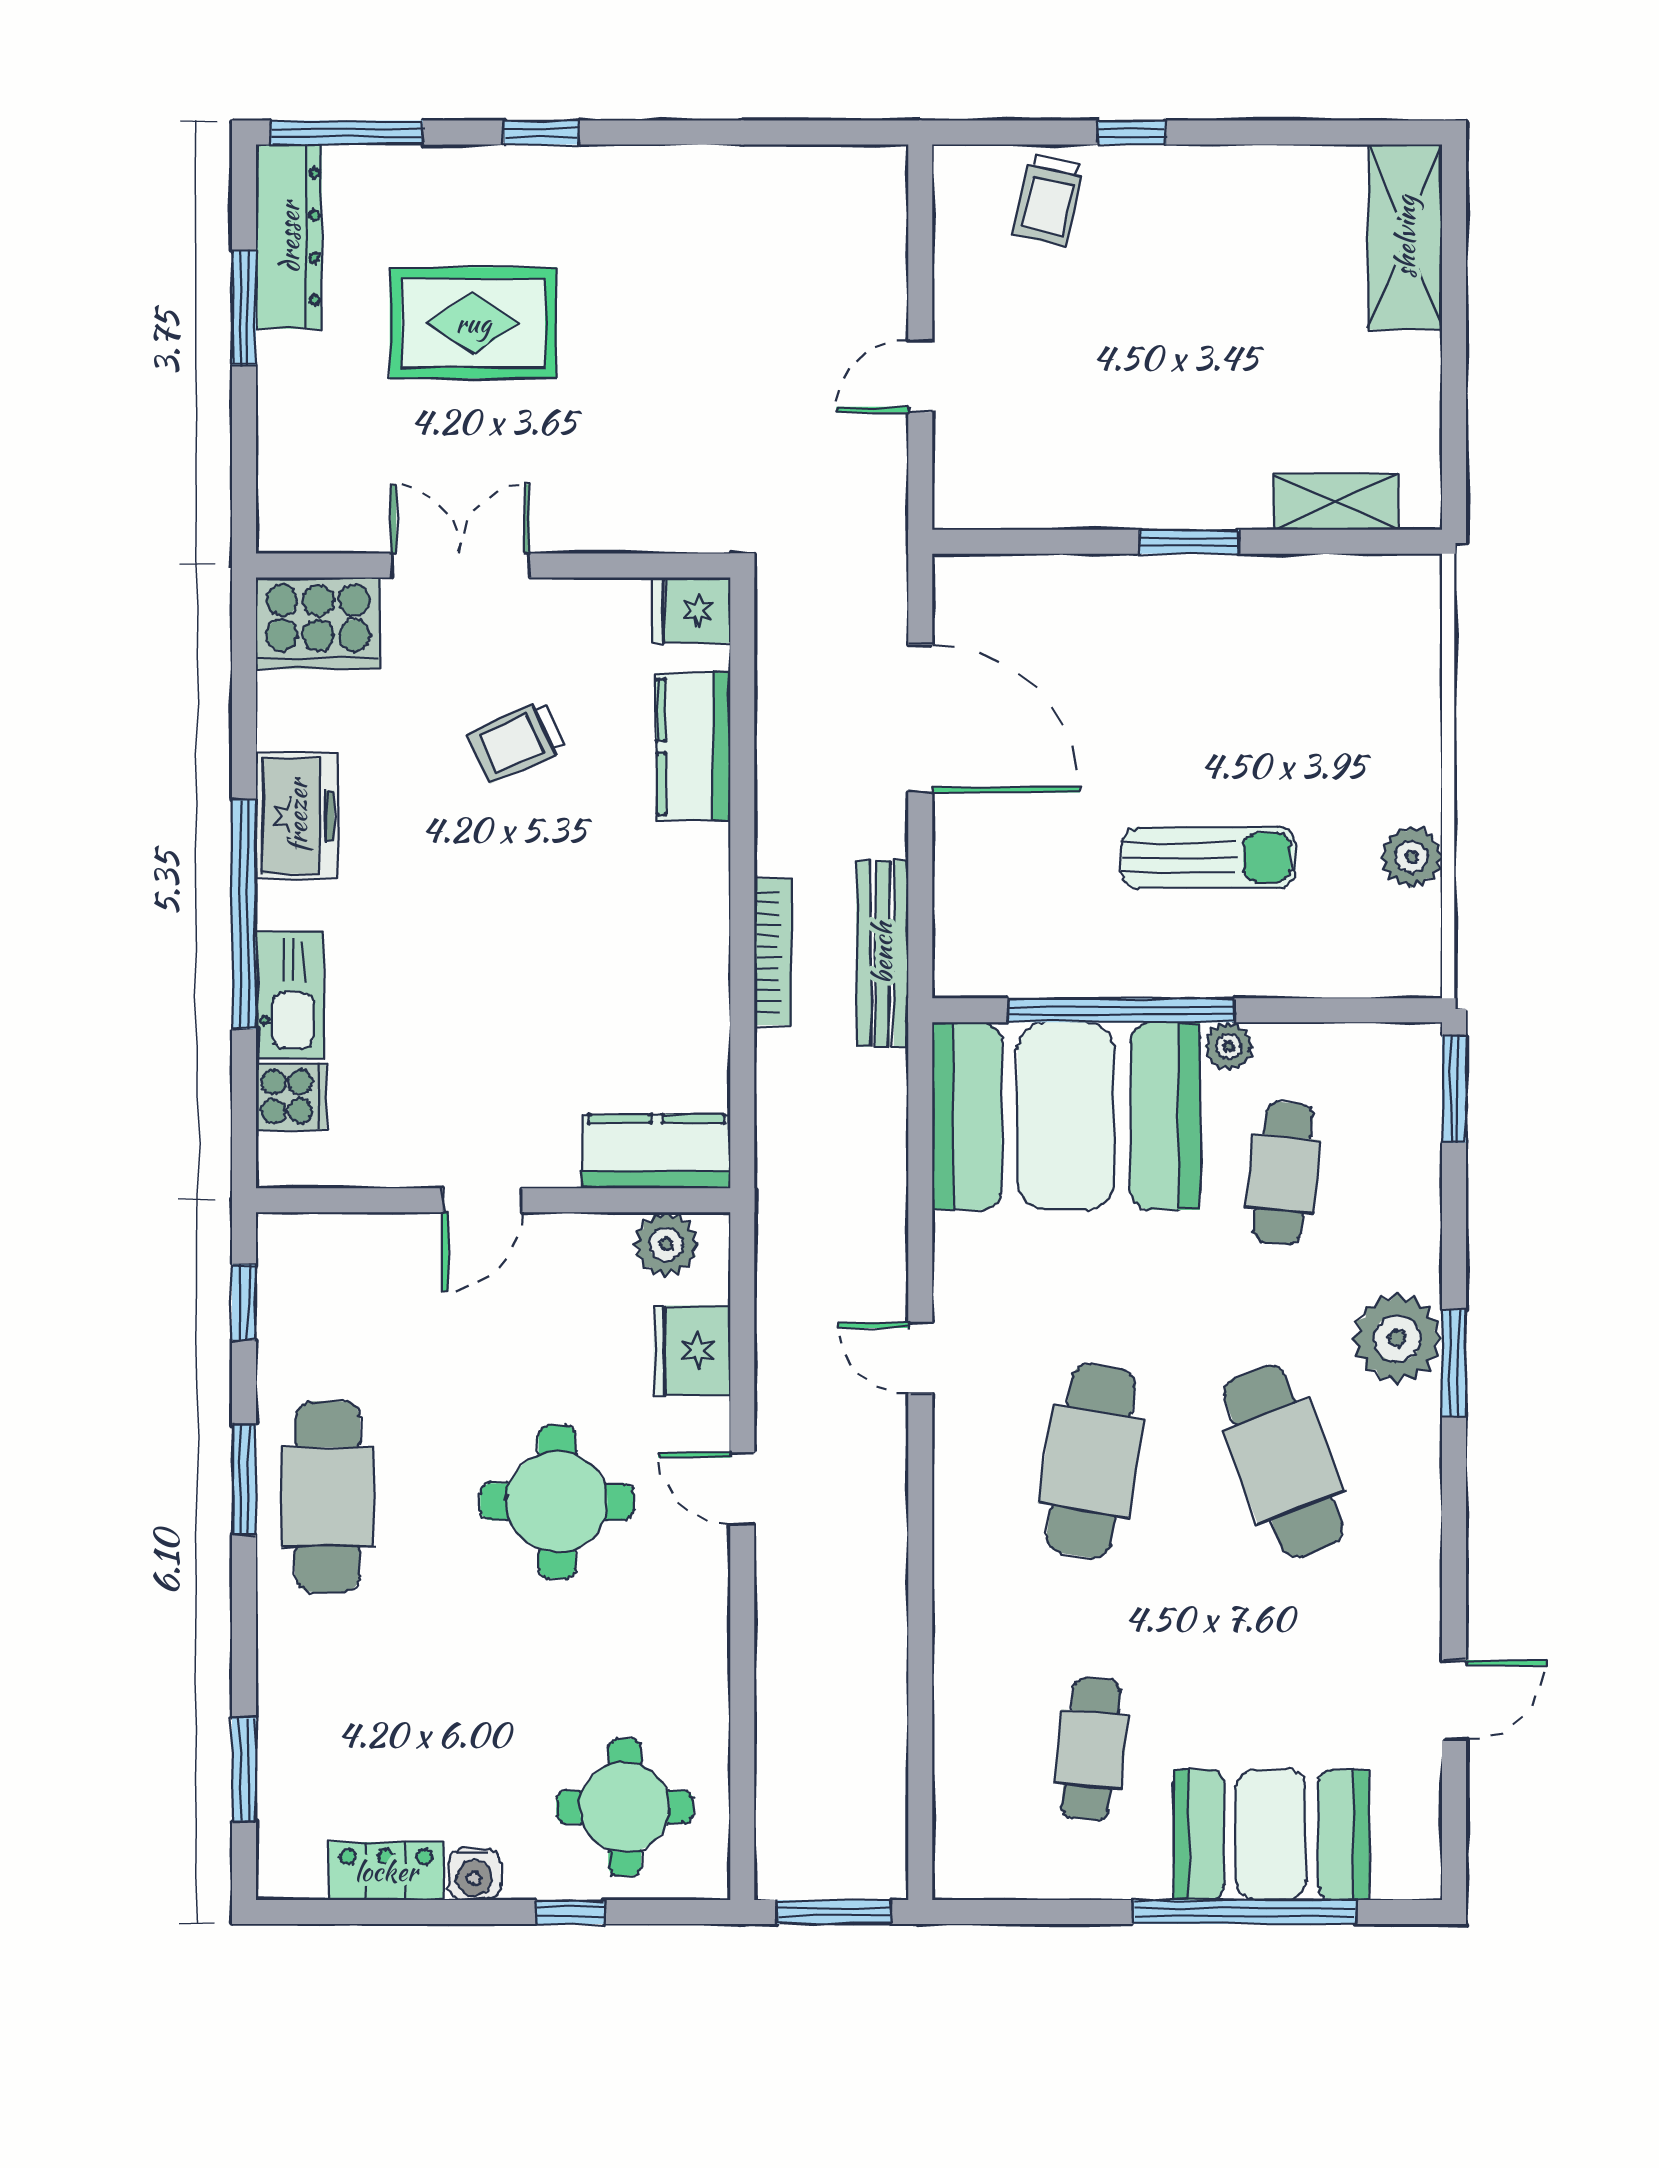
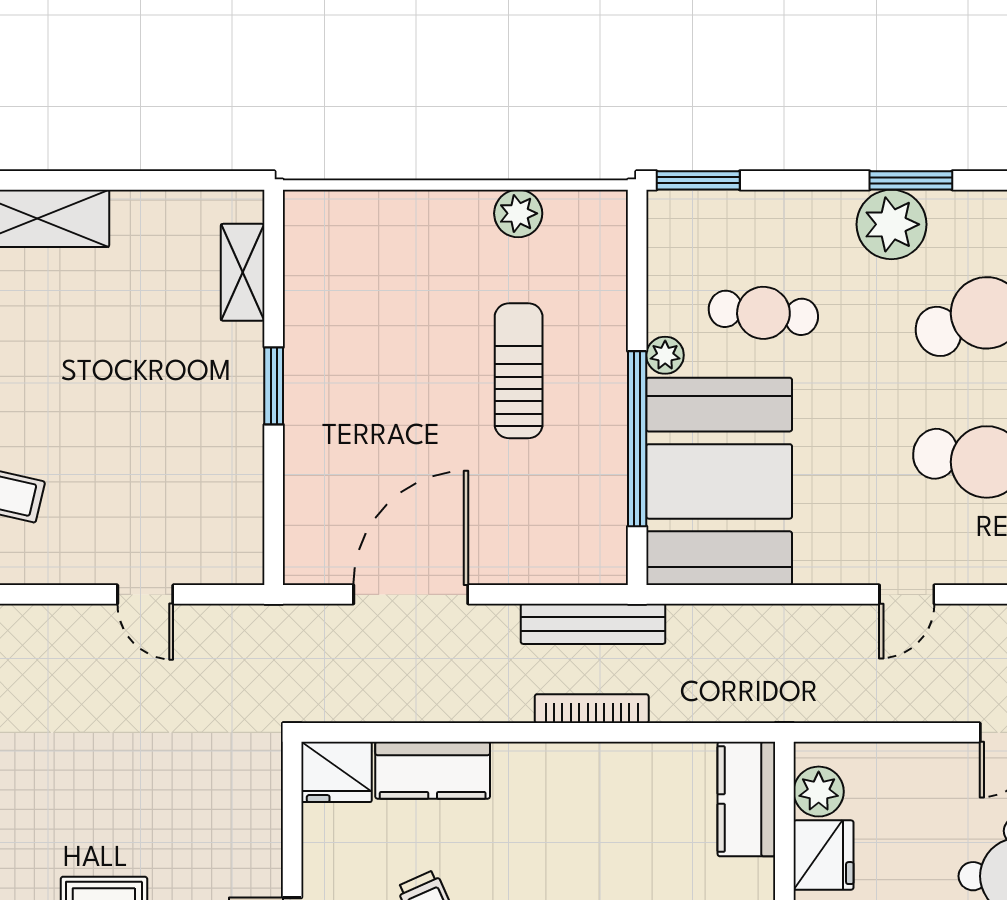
fridge: (691, 610) -> (337, 772), width x1.38
fridge: (692, 1350) -> (823, 855), moved, turned -90

